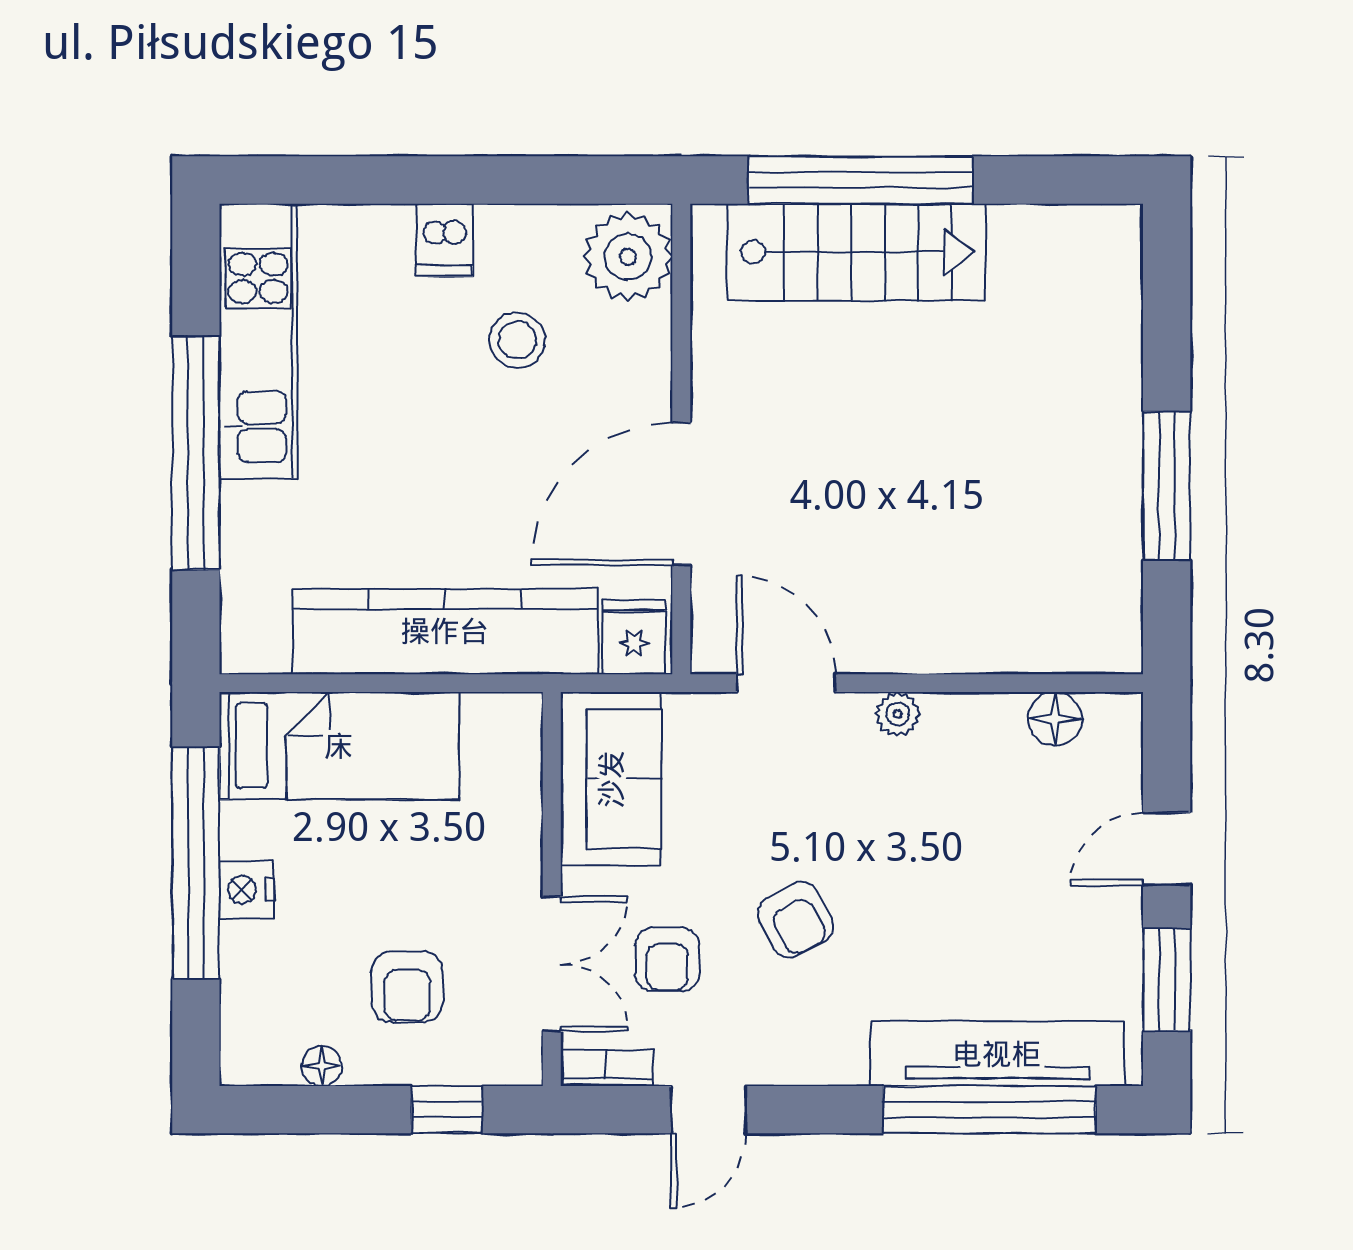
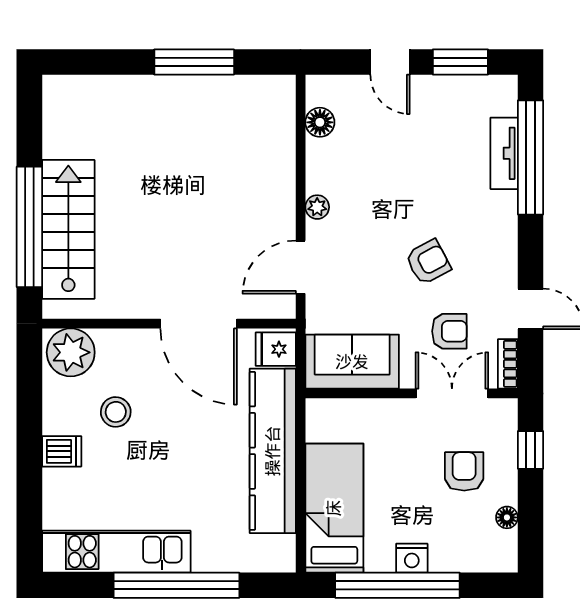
armchair: (407, 987) -> (464, 471), turned -90
tv unit: (997, 1054) -> (504, 153), width x0.52, depth x0.78

